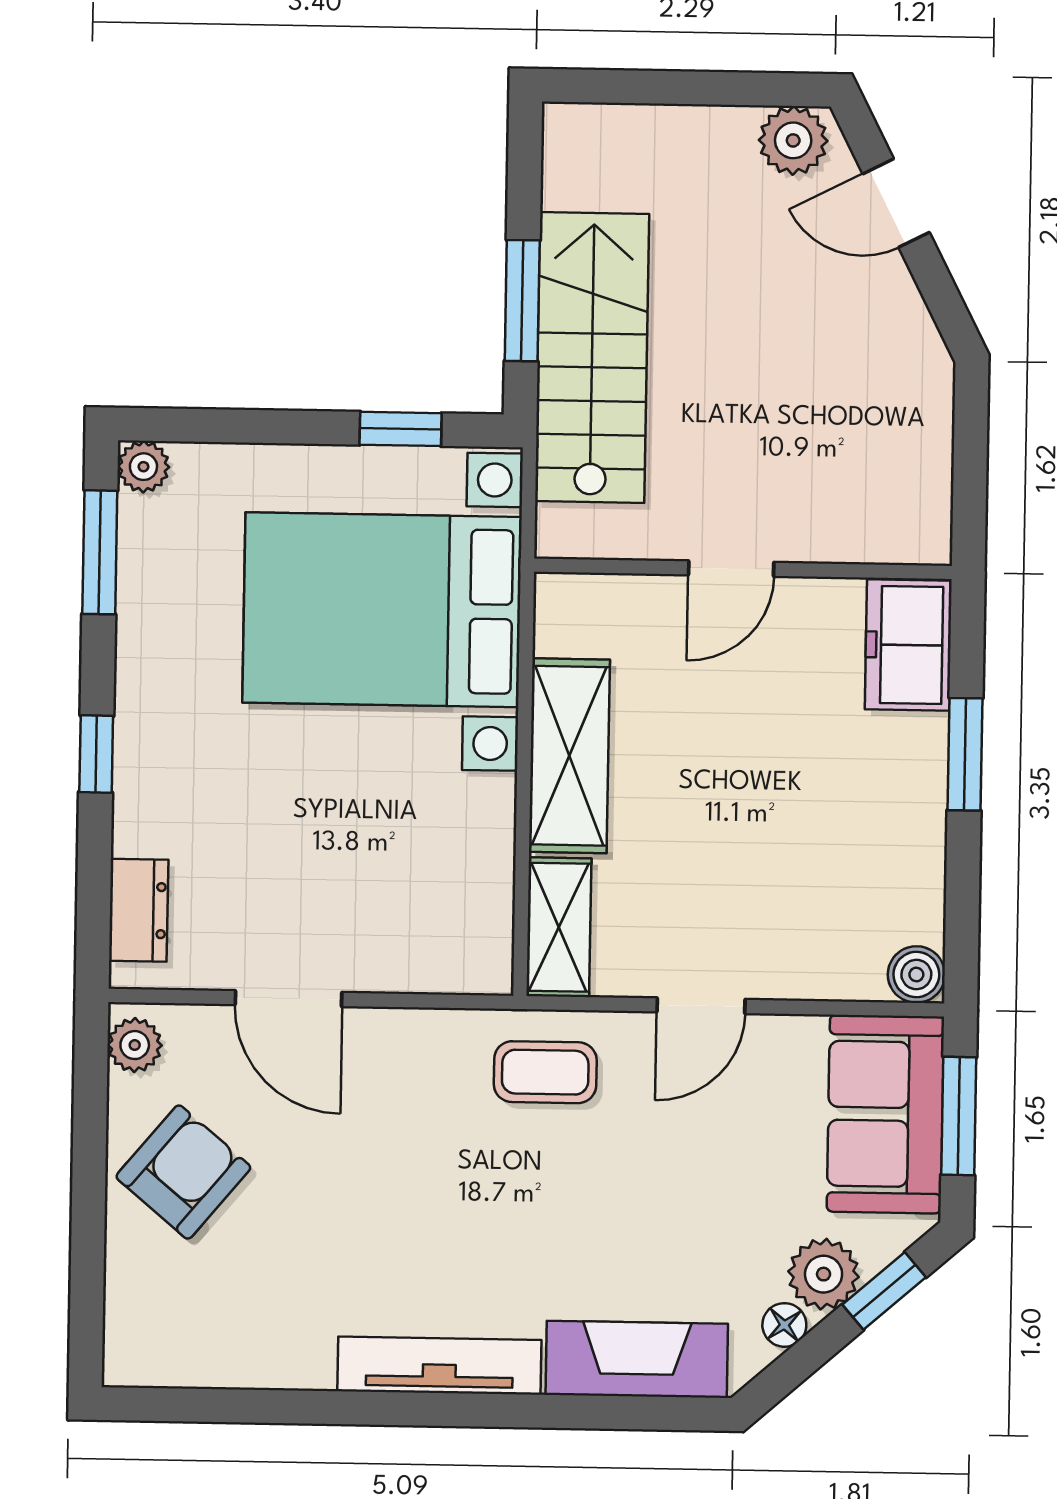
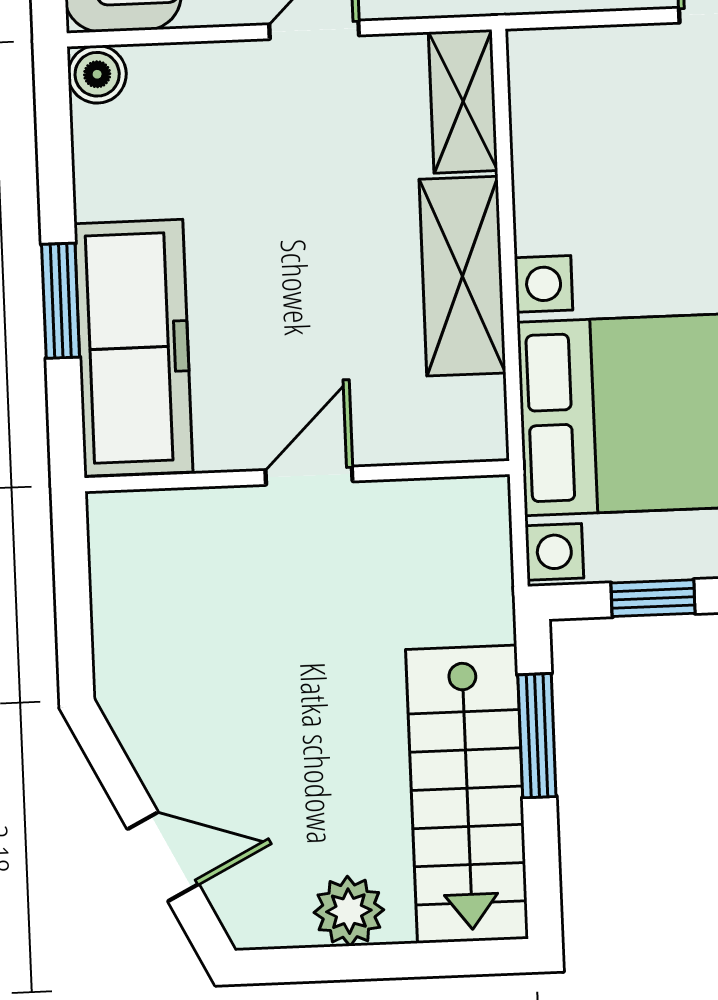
plant: (793, 140) -> (349, 911), moved
stairs: (592, 358) -> (467, 794), moved
freezer: (908, 645) -> (133, 348), width x1.91, depth x1.26

